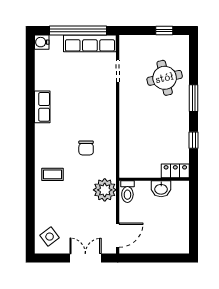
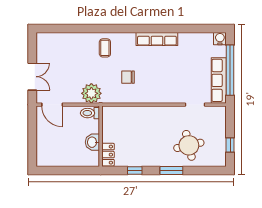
row of seats: (42, 107) -> (157, 39), width x1.48
side table: (50, 237) -> (51, 45), removed

